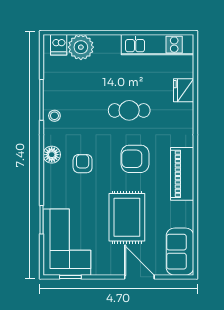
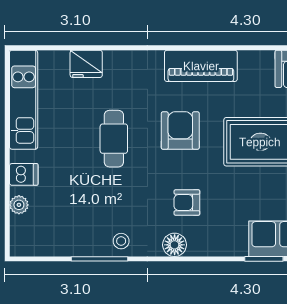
dishwasher: (59, 45) -> (24, 174), moved
plant: (81, 47) -> (19, 205), width x0.53, depth x0.53
armchair: (135, 159) -> (180, 131), turned 180

